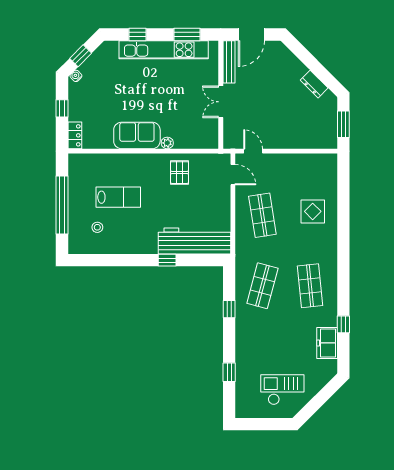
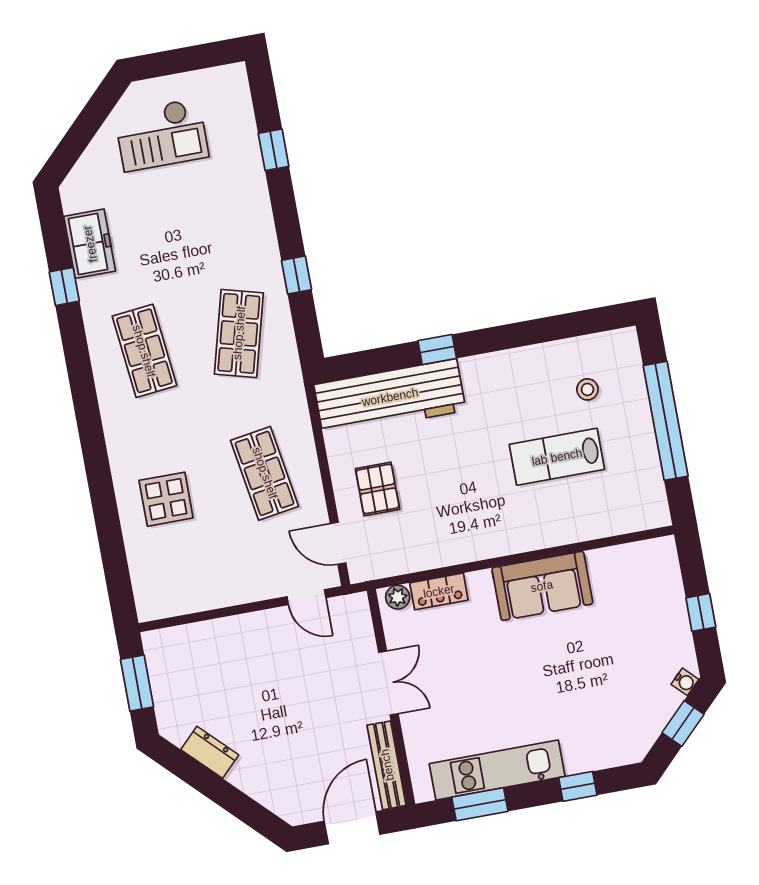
kitchen unit: (164, 50) -> (497, 770), width x0.73
locker: (75, 135) -> (439, 591), moved, turned -90
plant: (167, 143) -> (398, 597), moved
pallet: (179, 173) -> (378, 489), moved

